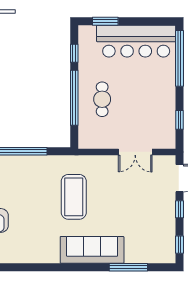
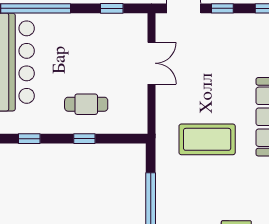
window: (74, 98) -> (84, 139), width x0.32

